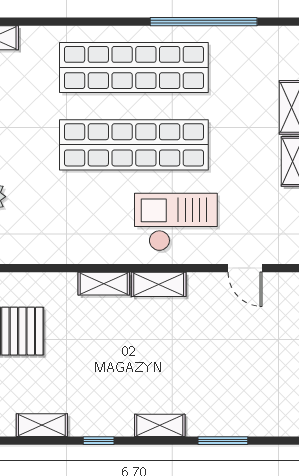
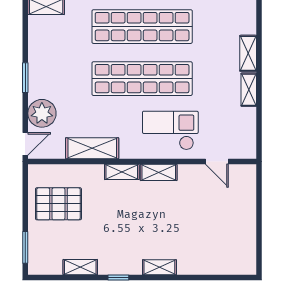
shelving: (60, 248) -> (92, 148), added
window: (223, 441) -> (202, 278), removed

